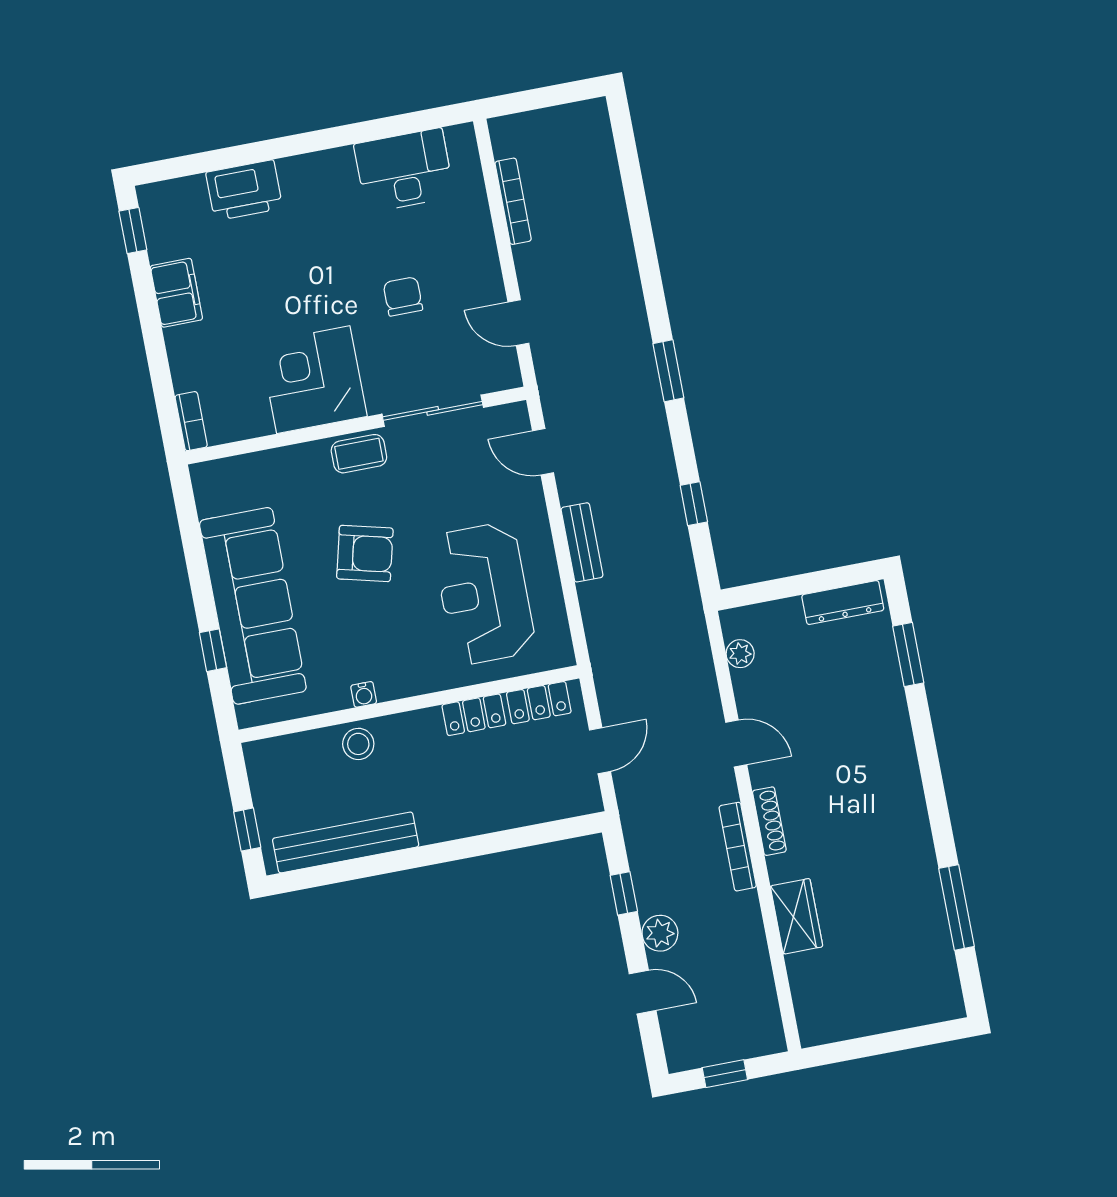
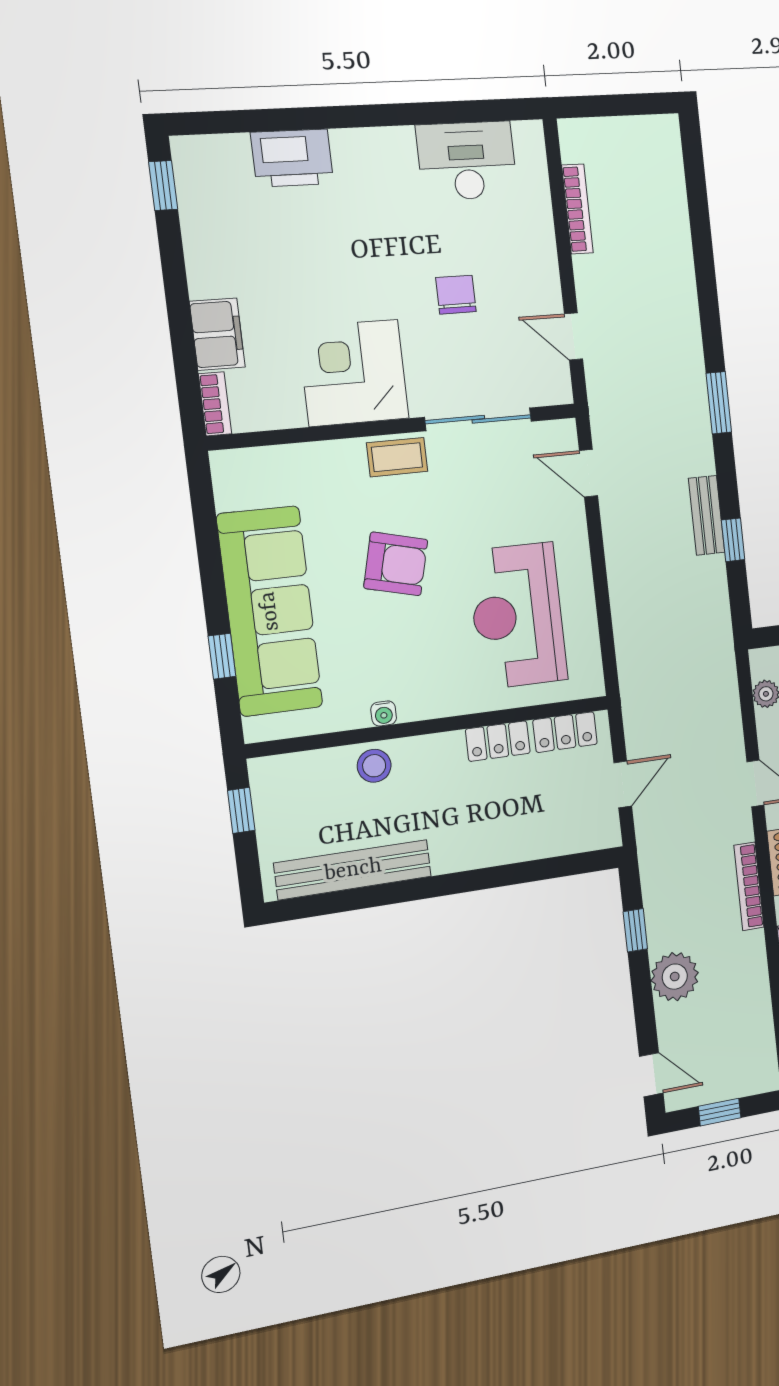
filing cabinet: (176, 293) -> (217, 334), moved
bench: (582, 542) -> (707, 515), moved
window: (247, 830) -> (241, 810), moved
plant: (660, 933) -> (675, 977), width x1.36, depth x1.36
door: (643, 992) -> (651, 1075), moved

